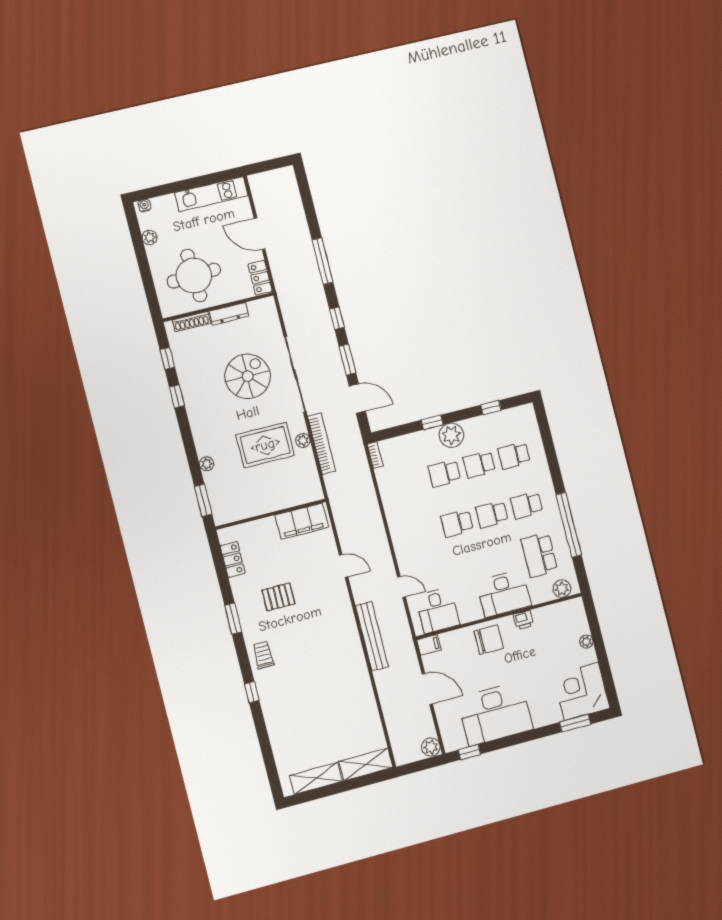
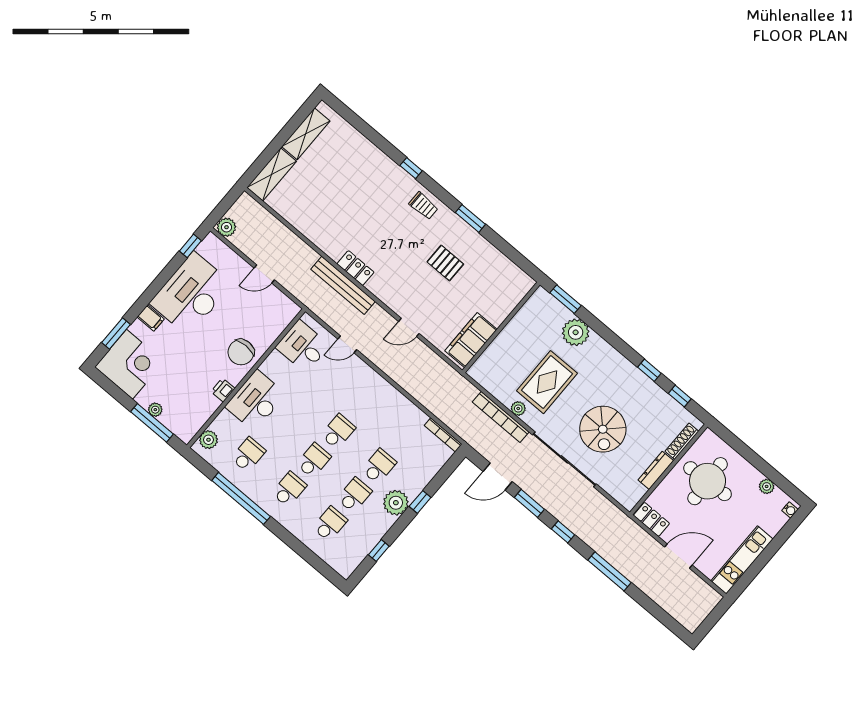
bookcase: (375, 455) -> (443, 435), width x1.56
plant: (207, 464) -> (576, 332), width x1.88, depth x1.88
school desk: (539, 555) -> (248, 455), width x0.54
locker: (233, 559) -> (355, 268), moved, turned 180
pallet: (278, 597) -> (445, 263), turned 90
window: (596, 633) -> (152, 423), added
filing cabinet: (429, 645) -> (151, 318), moved, turned -90
door: (427, 689) -> (264, 274), width x0.73

